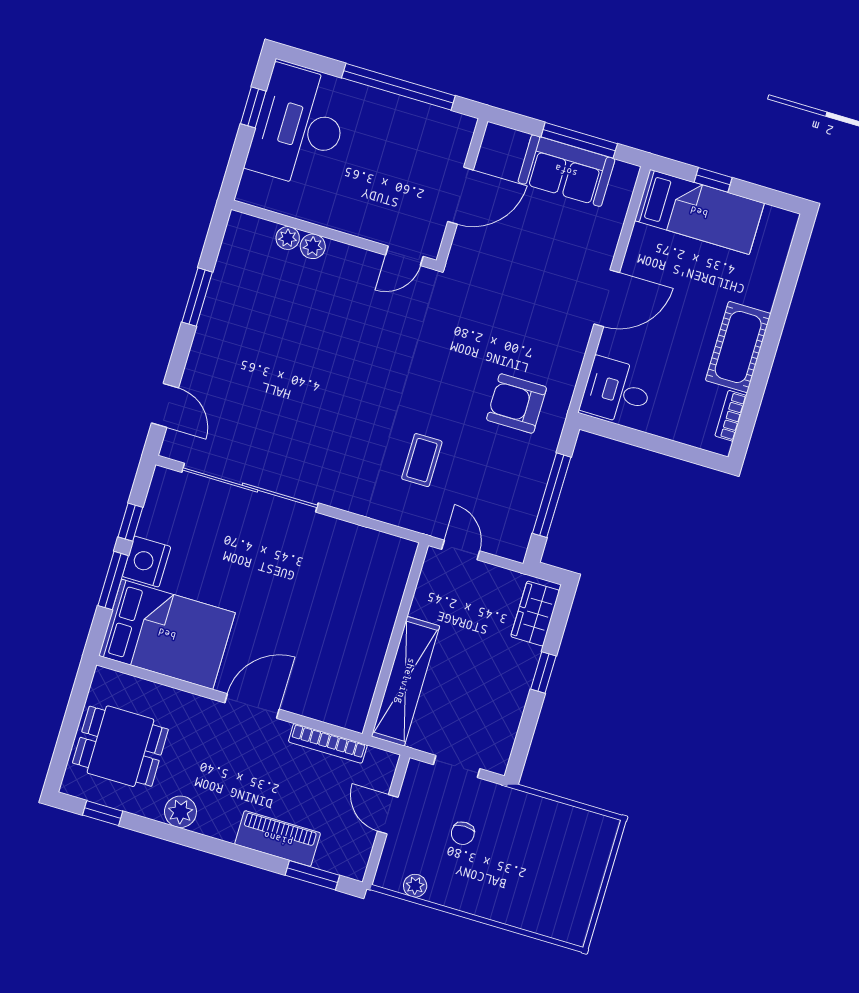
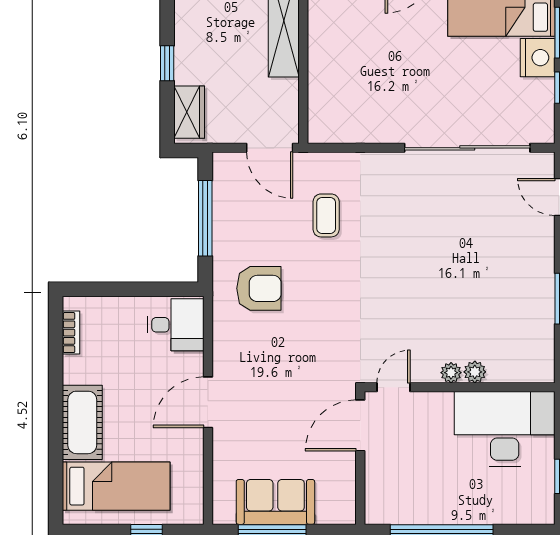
desk: (299, 126) -> (505, 429), moved, turned -90
door: (461, 196) -> (360, 425), moved
bed: (699, 212) -> (116, 486), moved, turned 180
plant: (288, 238) -> (451, 373), moved
cot: (738, 347) -> (82, 422), moved
door: (461, 550) -> (270, 148), width x1.37

